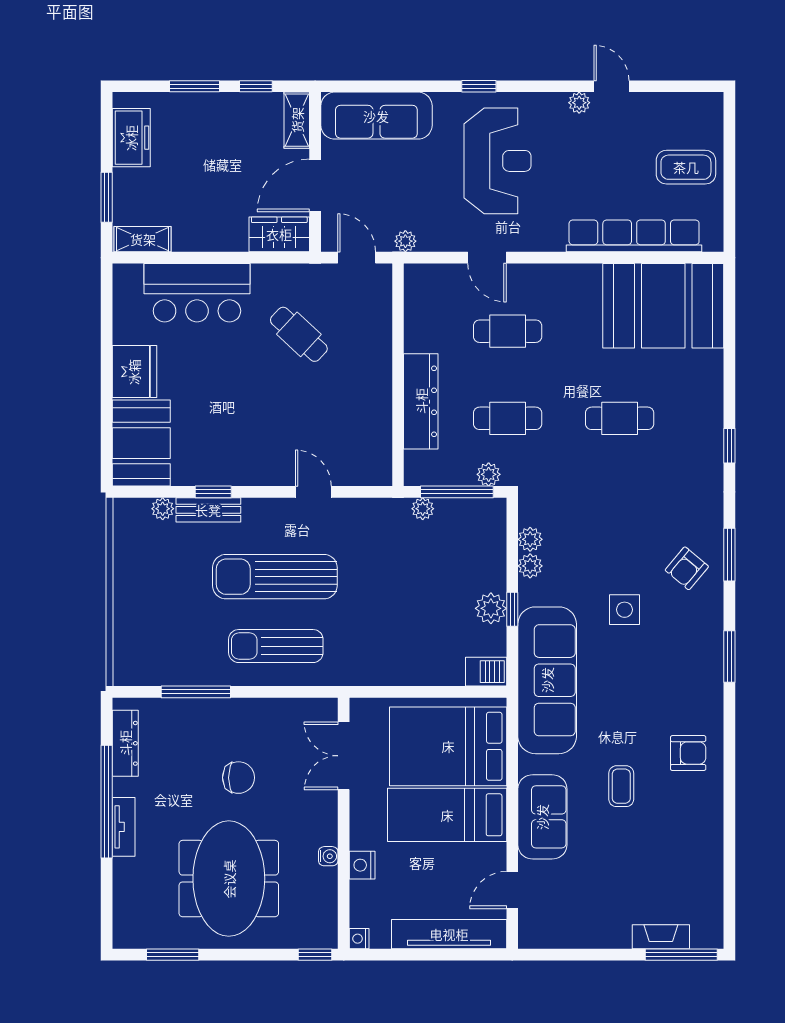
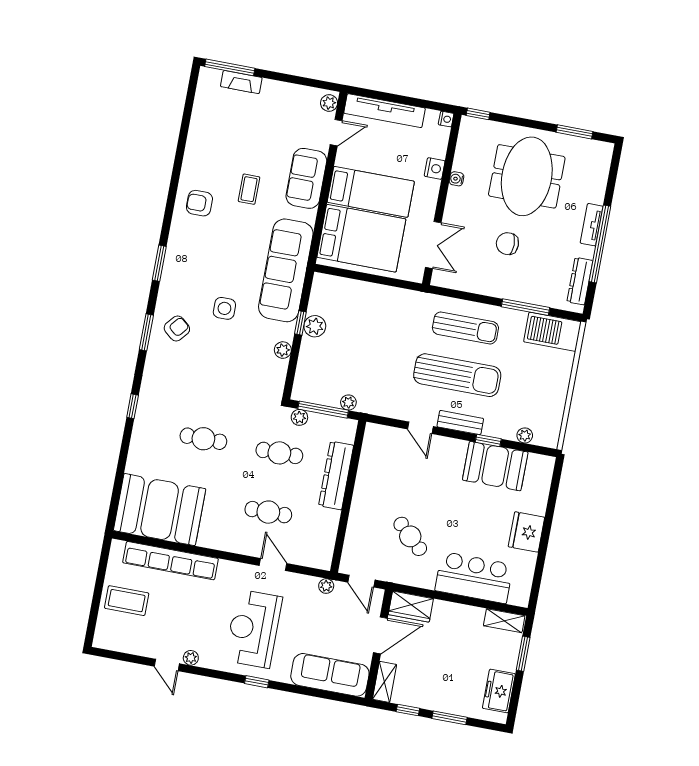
booth: (141, 443) -> (495, 466), moved, turned 90
bench: (208, 510) -> (460, 423), moved
plant: (530, 539) -> (329, 103), moved
barbecue: (486, 672) -> (552, 332), moved, width x1.88, depth x1.53

